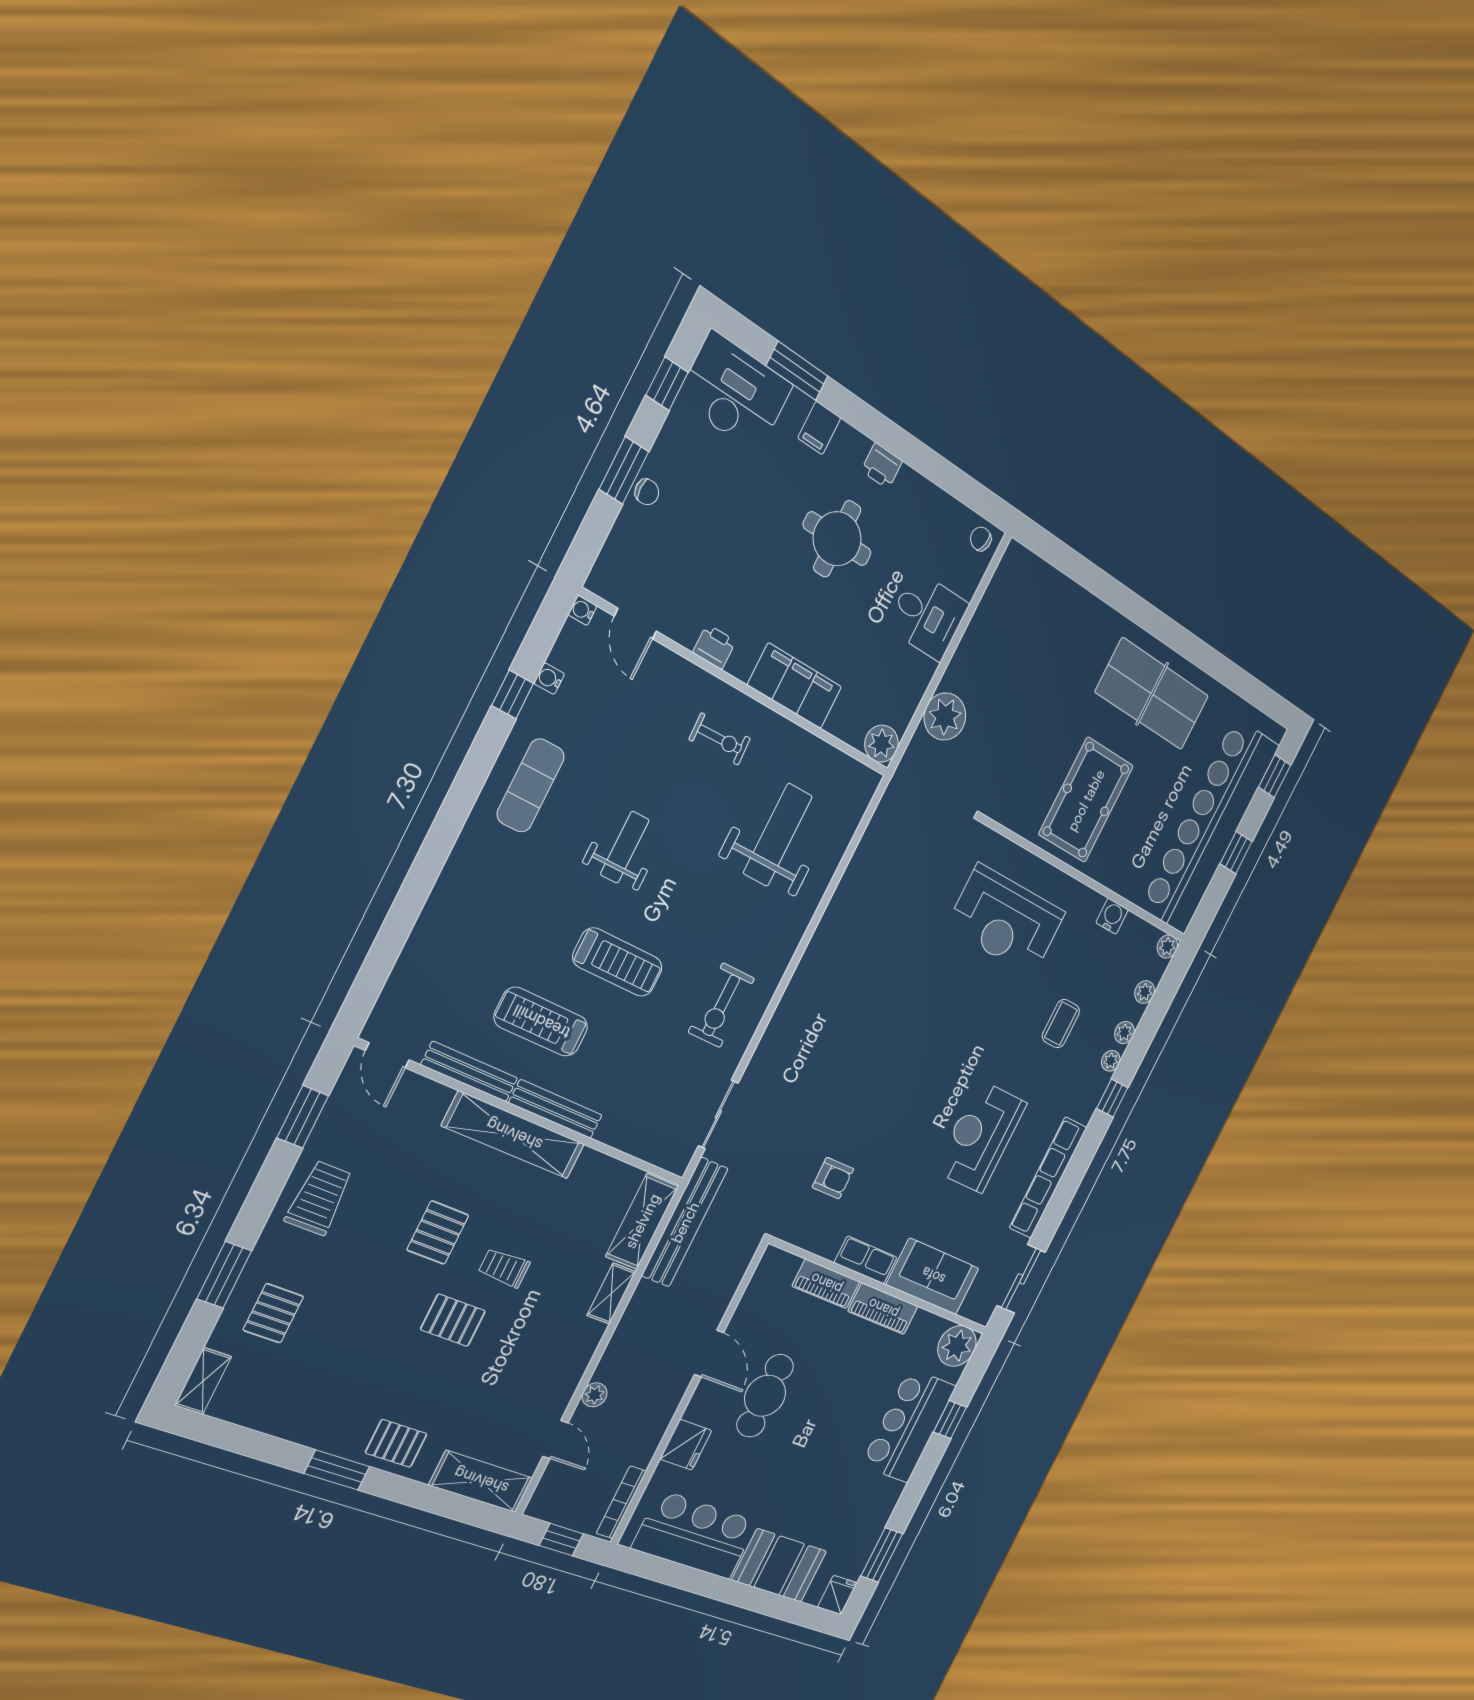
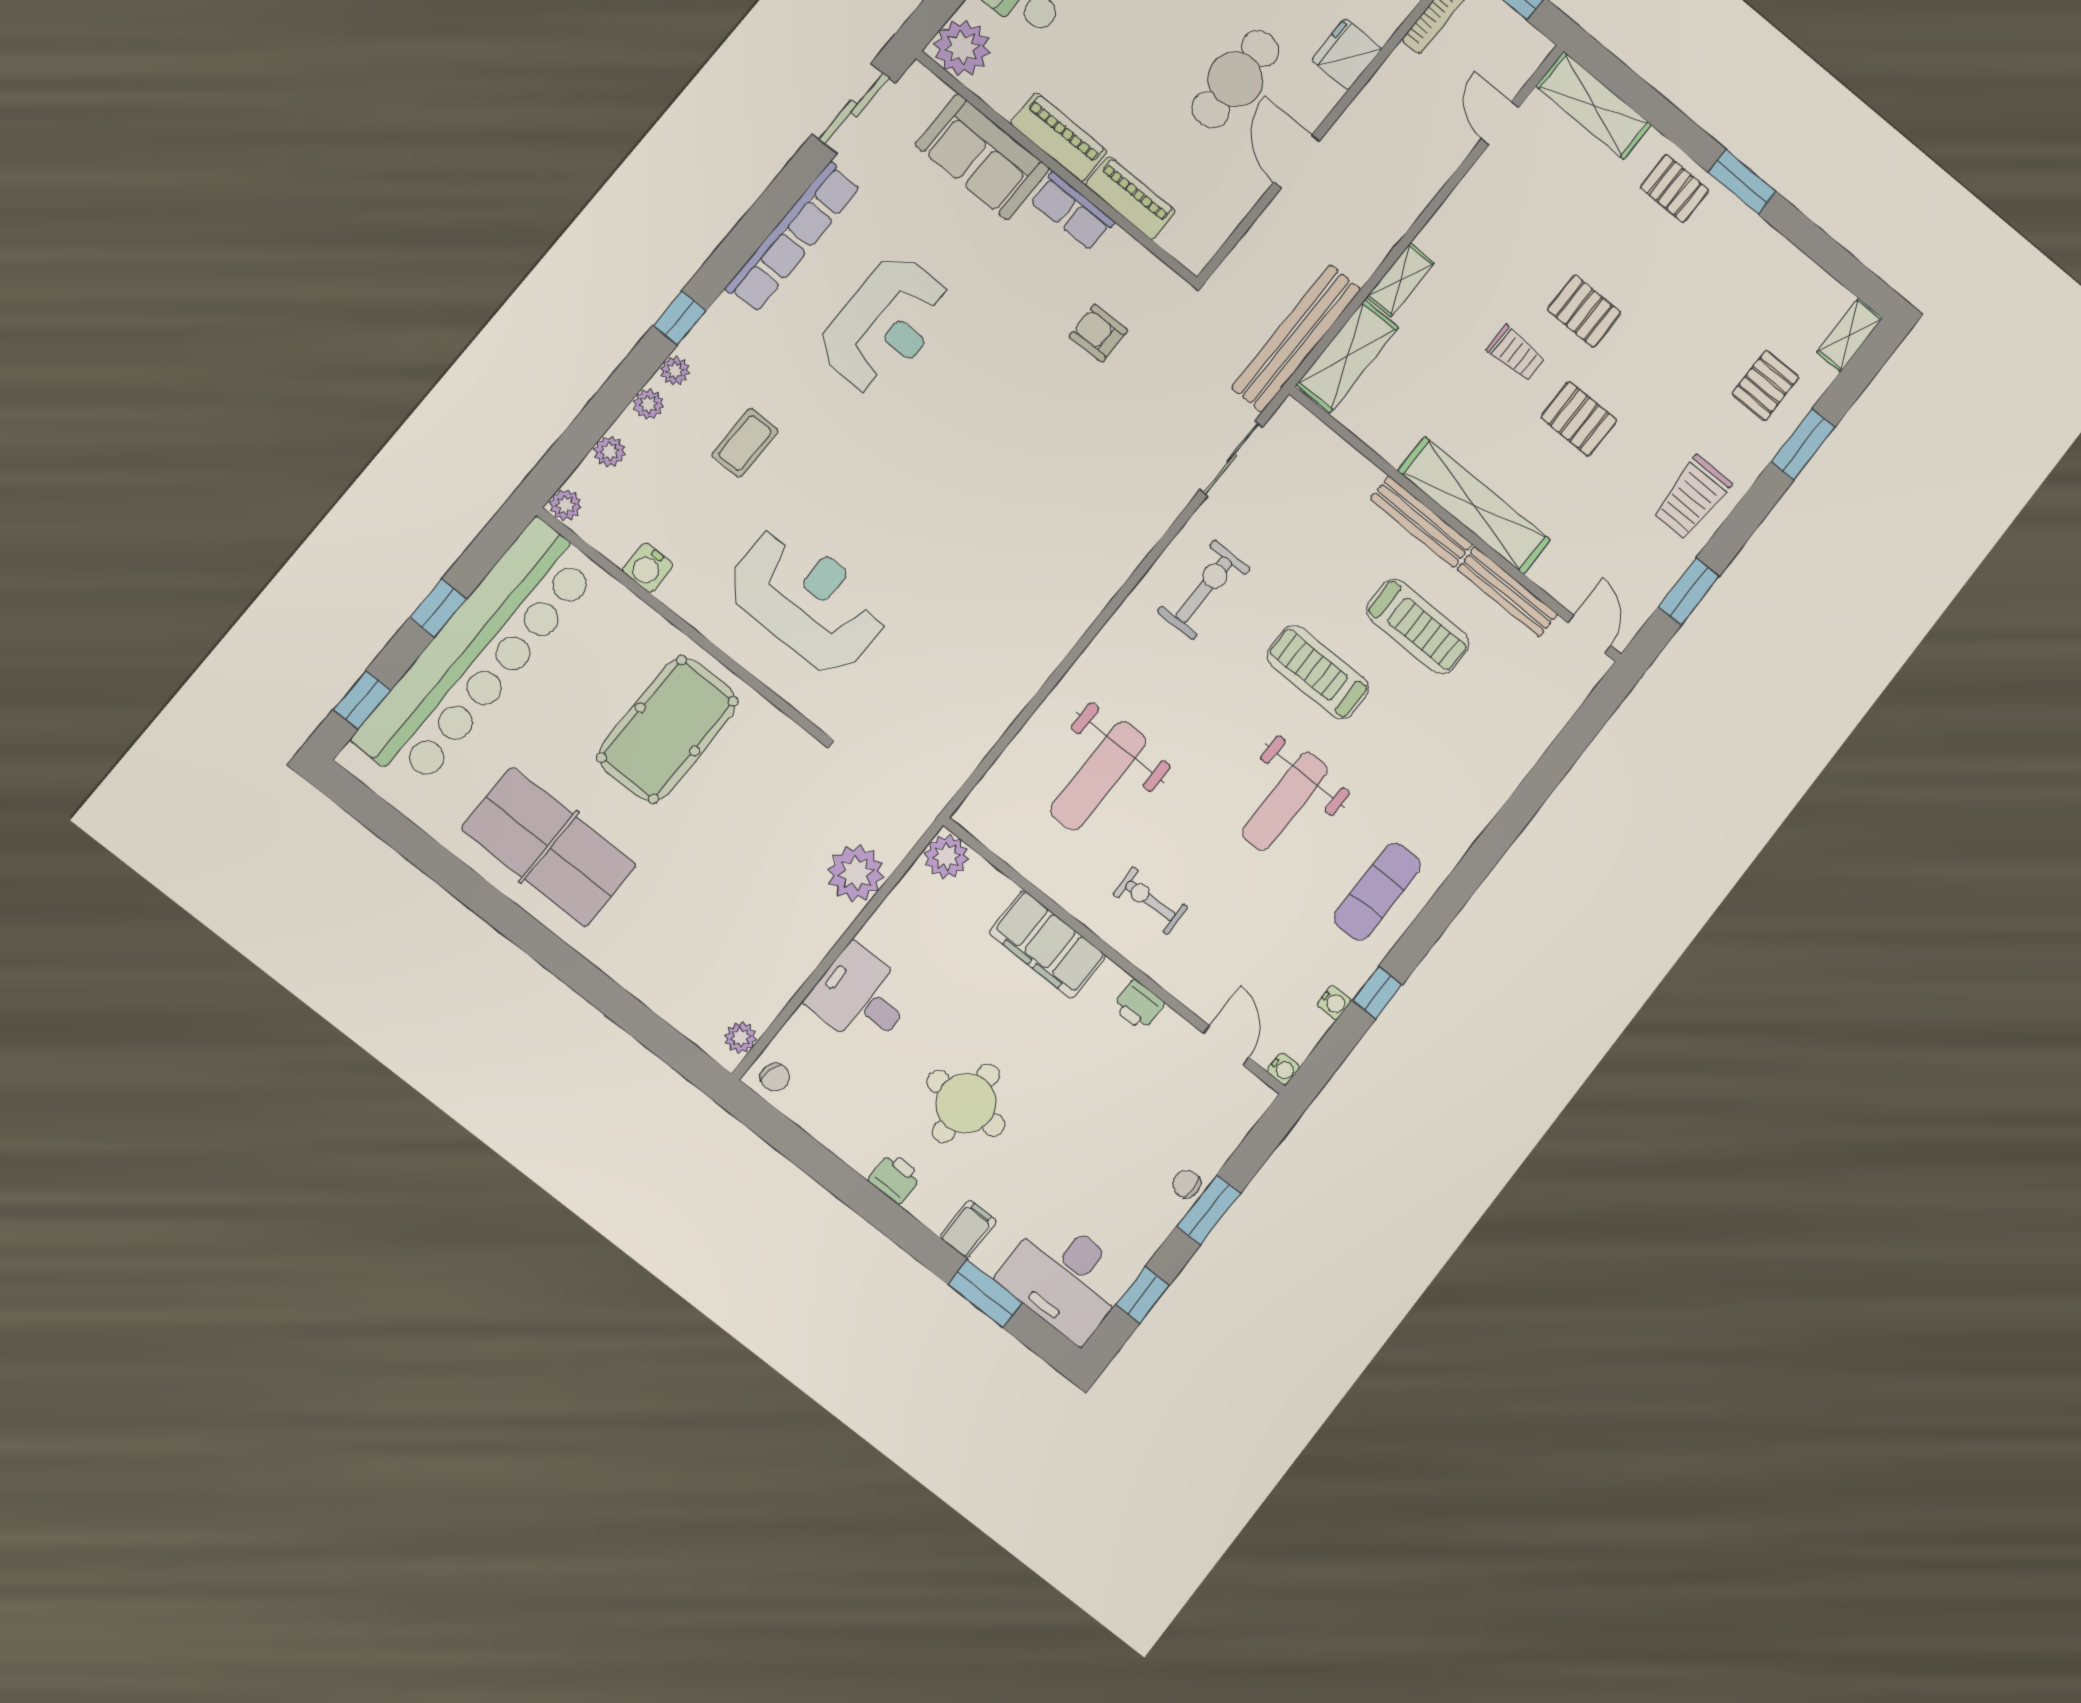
weight bench: (625, 847) -> (1285, 801), width x1.36, depth x1.33
pallet: (438, 1233) -> (1579, 419), turned 90
plant: (595, 1395) -> (740, 1037), moved

